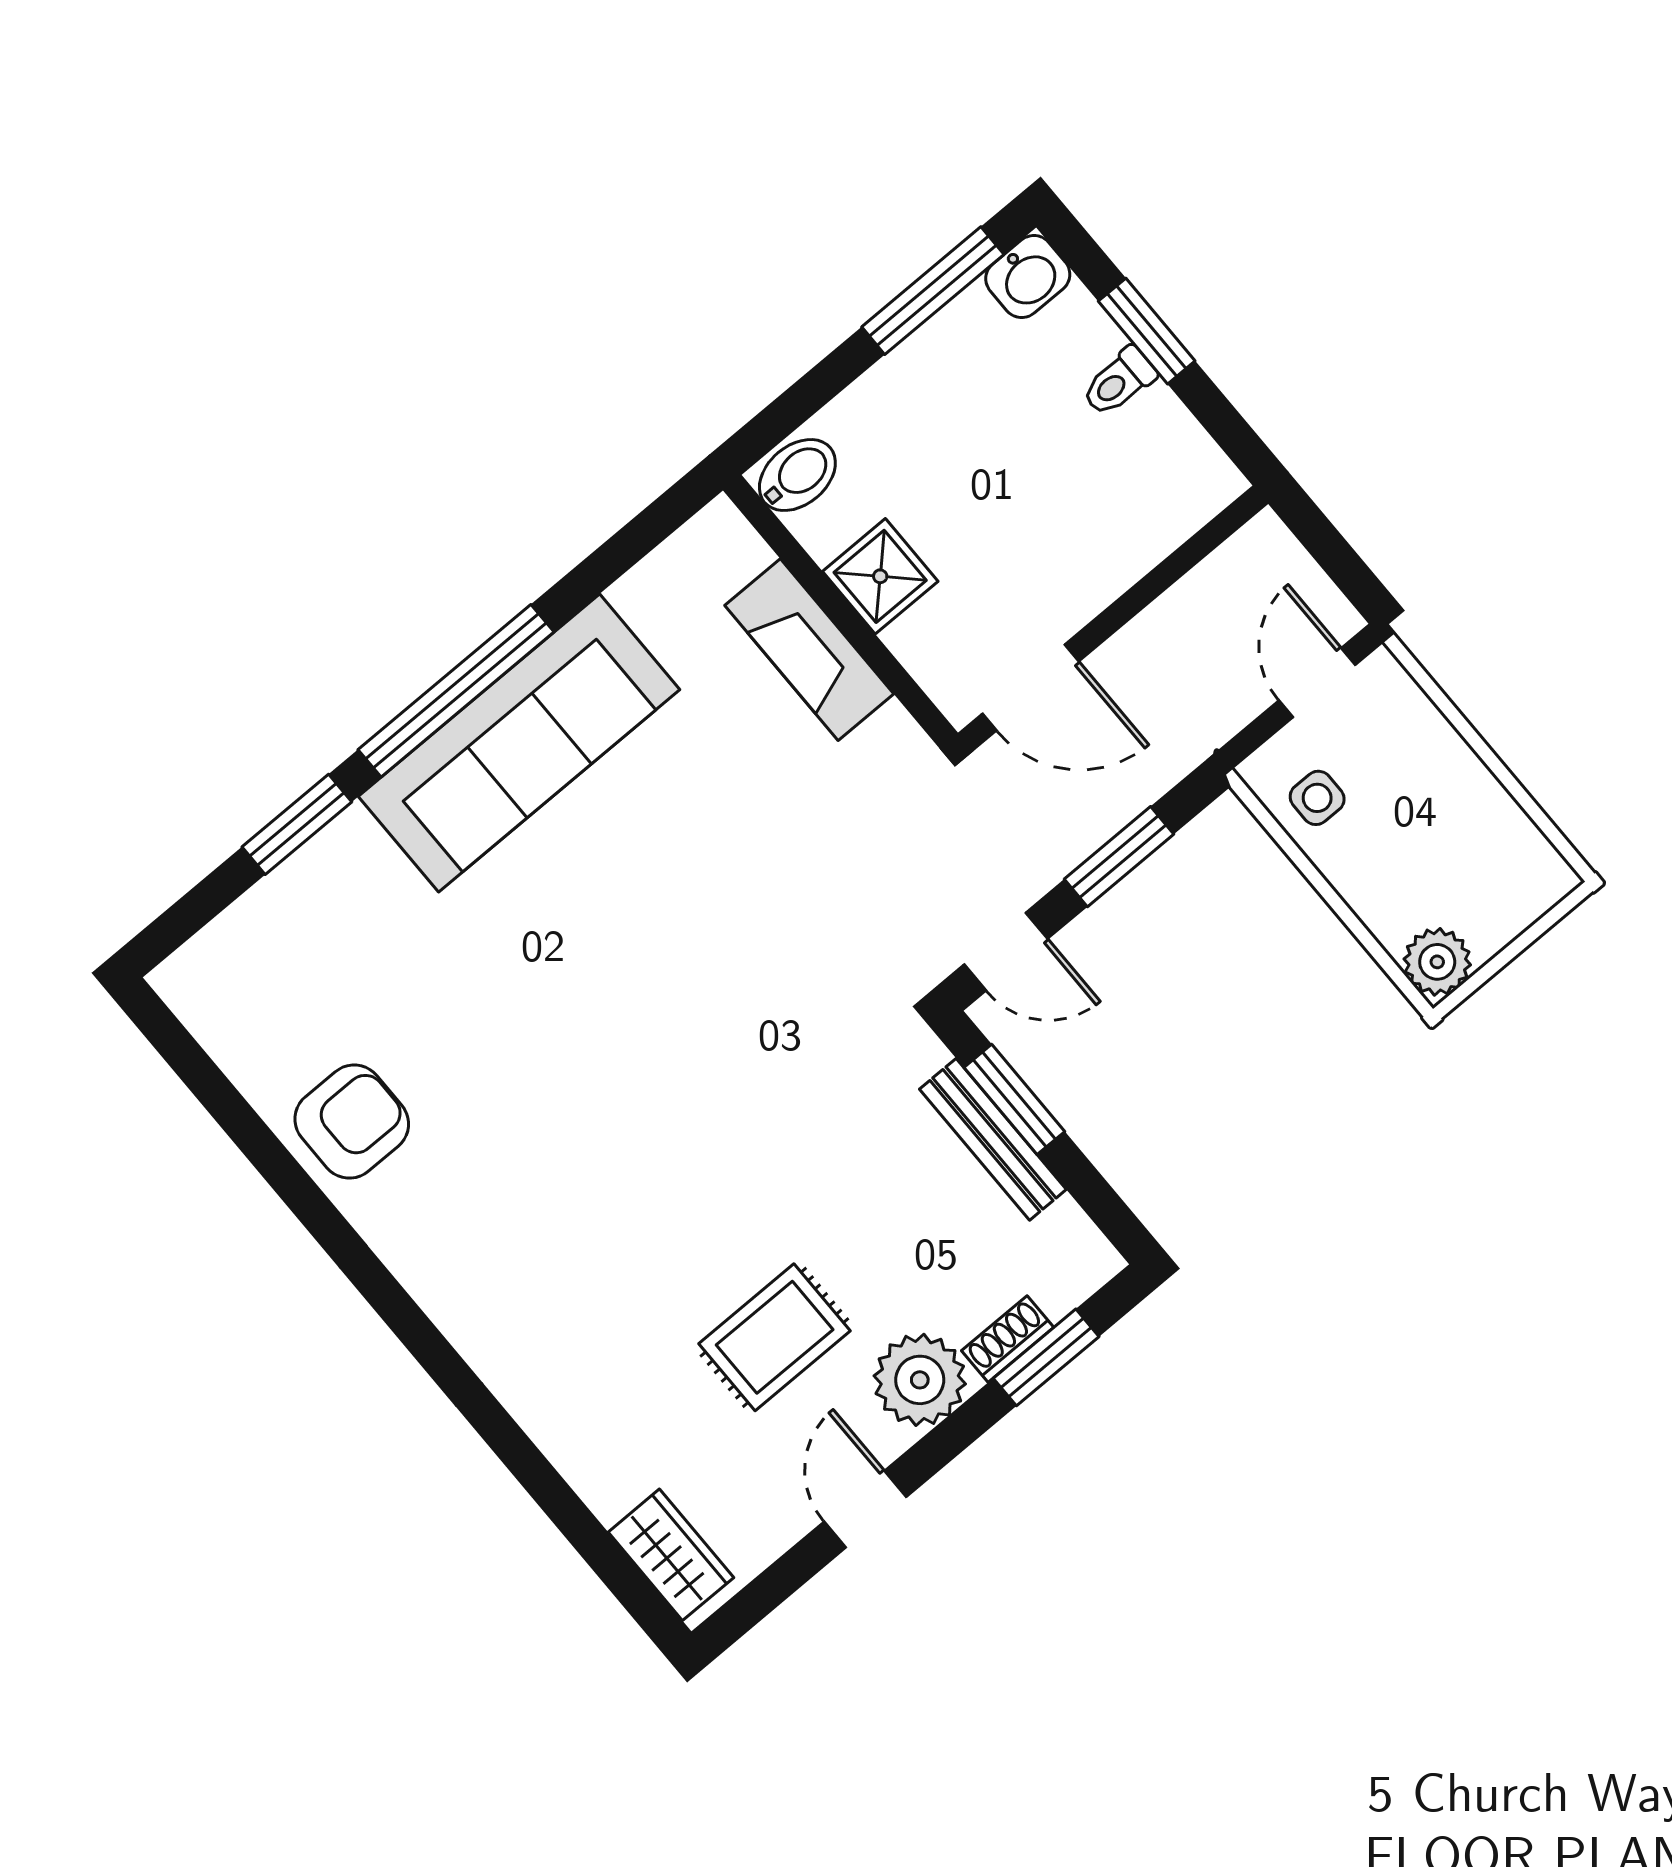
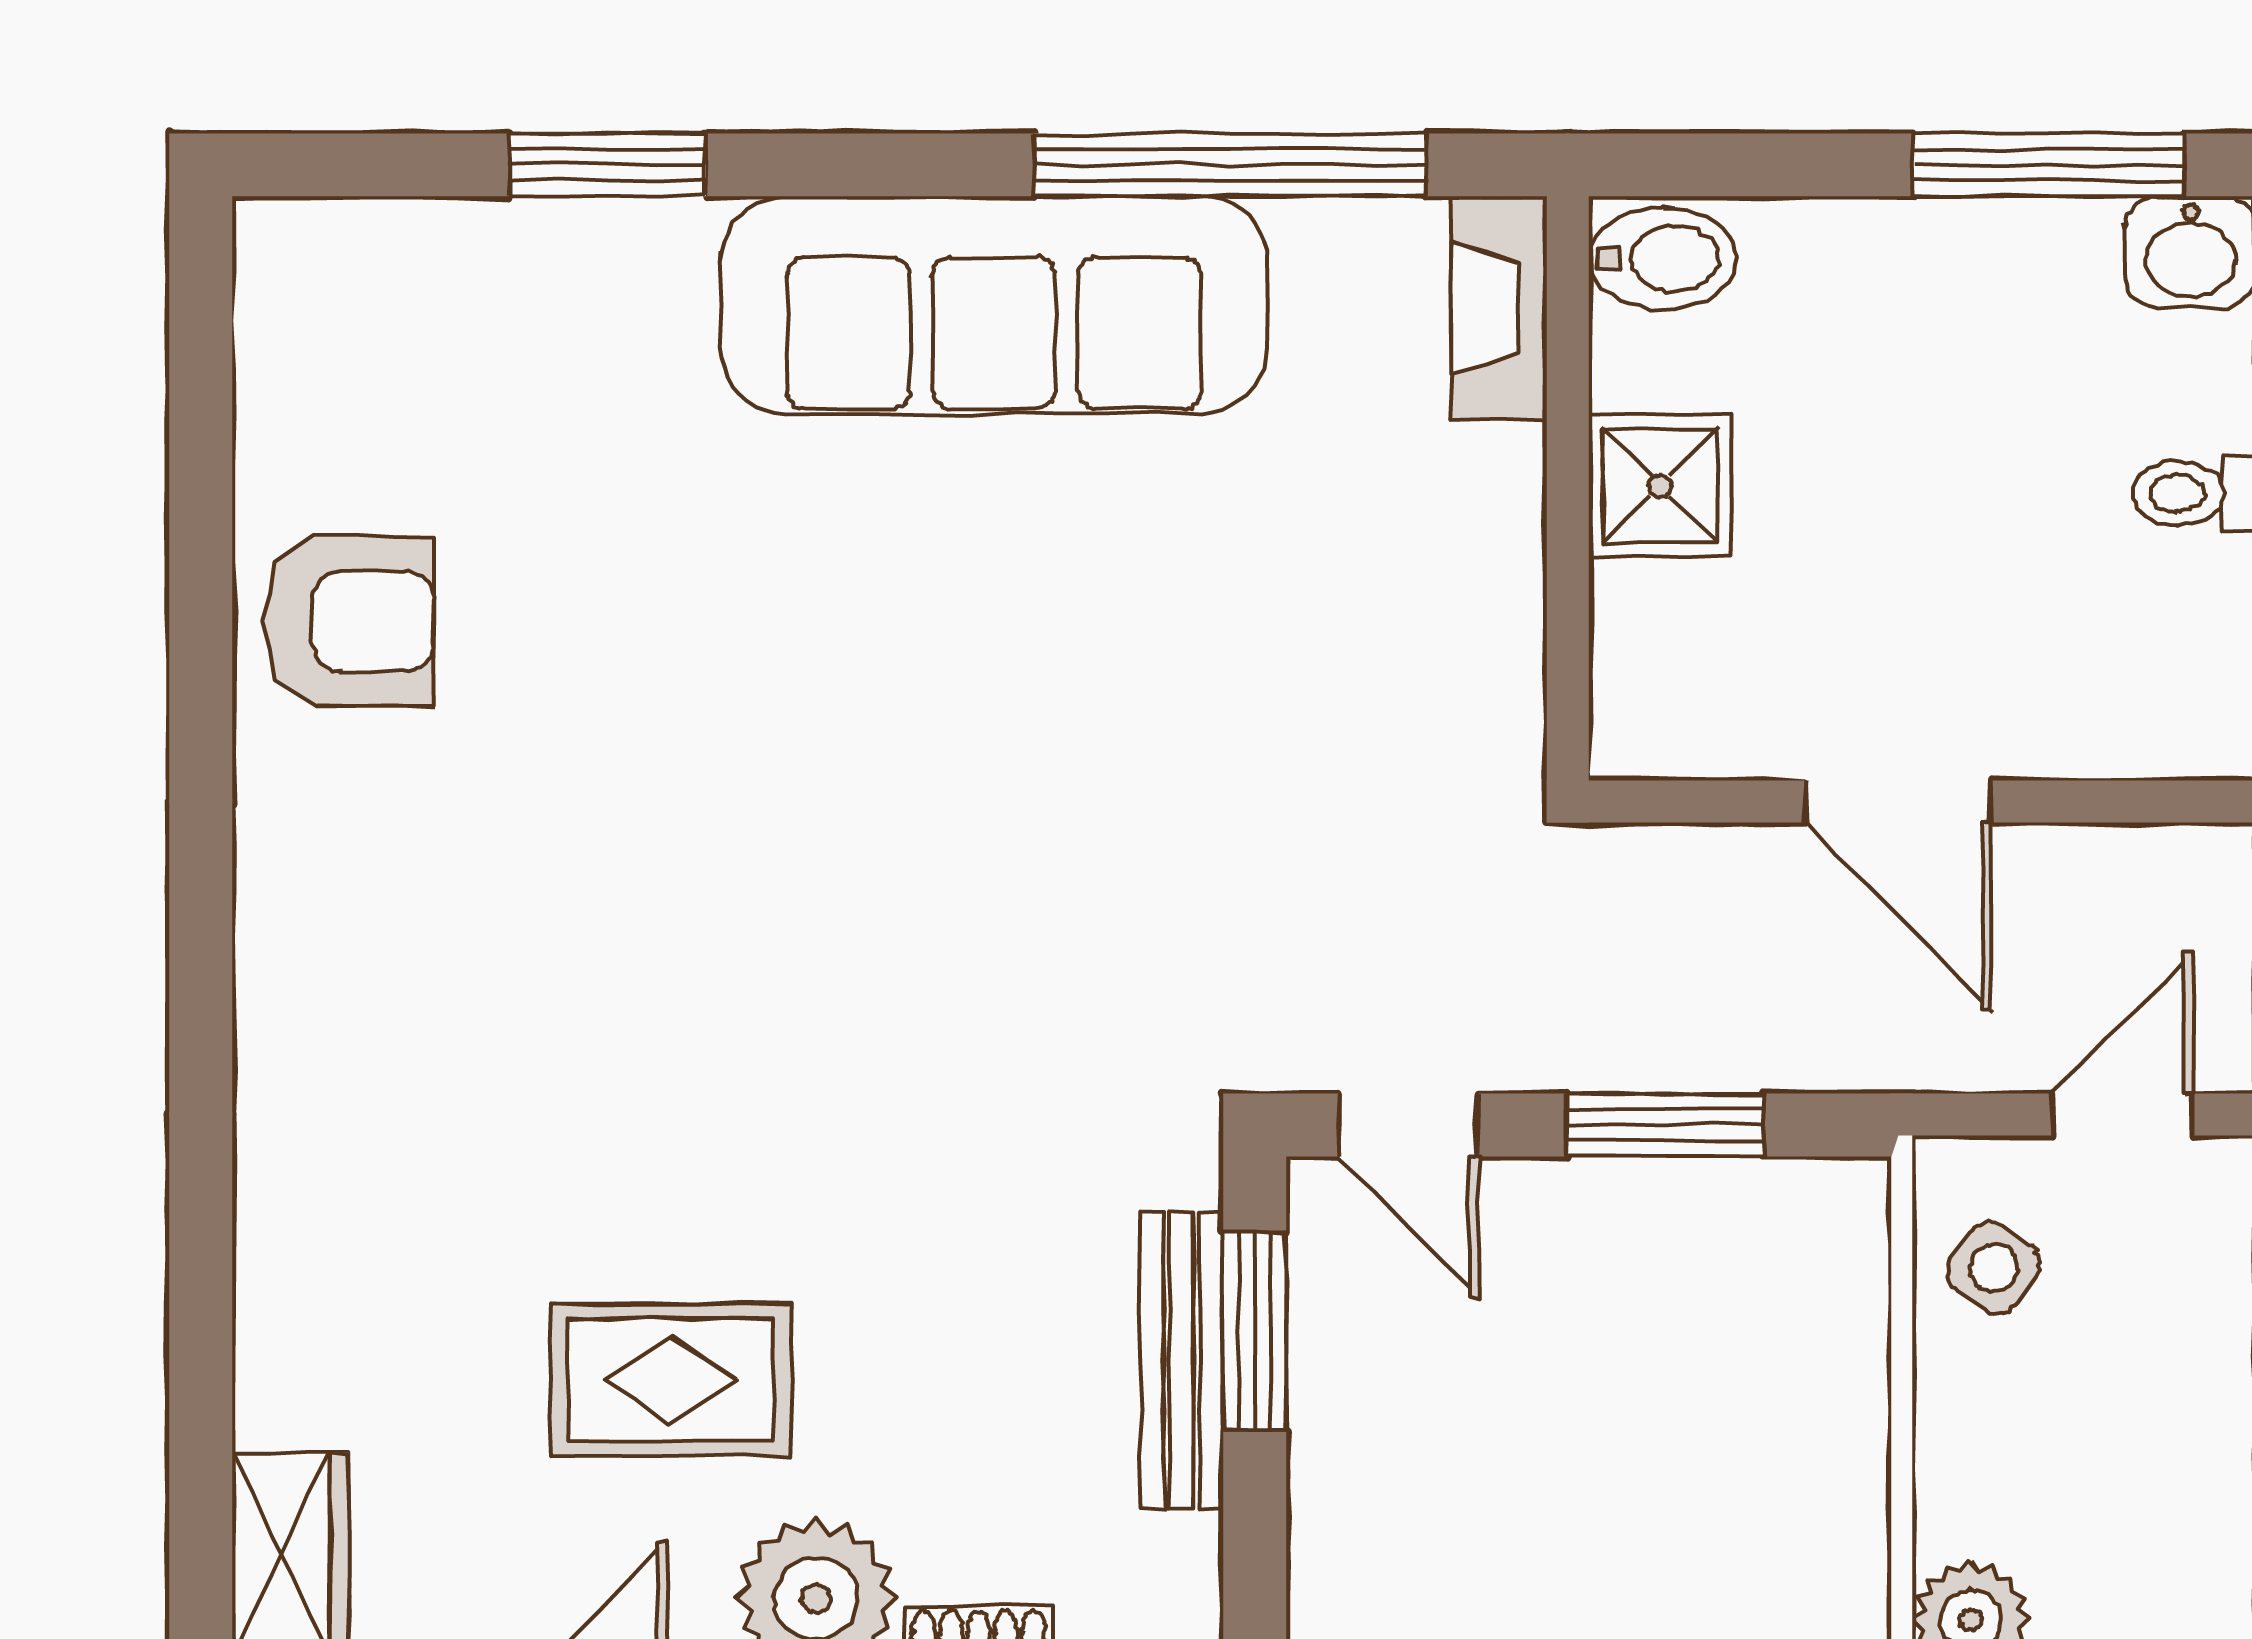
fireplace: (809, 650) -> (1499, 308), moved, width x0.73, depth x0.76
door: (1031, 687) -> (1898, 801), moved
window: (456, 691) -> (1230, 165), moved
side table: (1317, 798) -> (1994, 1268), turned 34

